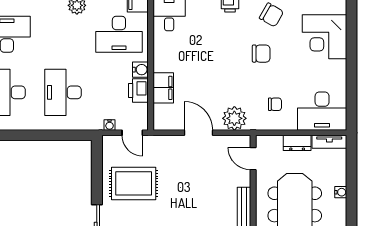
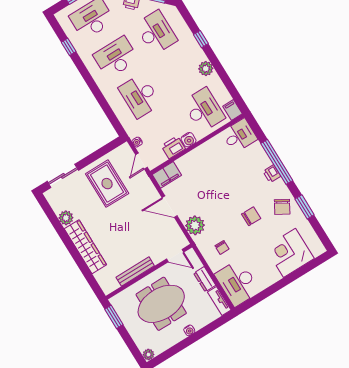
desk: (119, 34) -> (204, 110), turned 180
chair: (261, 54) -> (251, 216), turned -90
filing cabinet: (163, 88) -> (167, 175), moved
desk: (63, 92) -> (140, 96), turned -90
door: (198, 133) -> (170, 207), swing flipped
door: (253, 159) -> (175, 256), swing flipped

